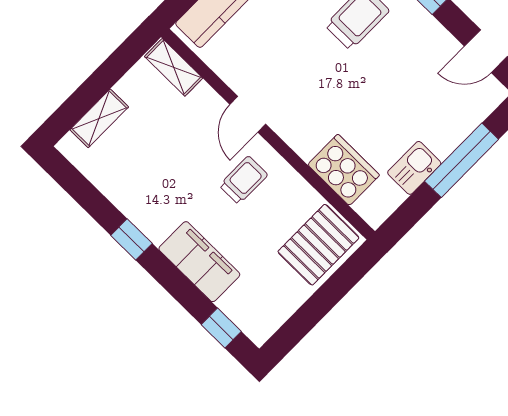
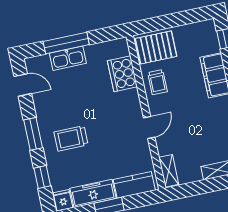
kitchen sink: (414, 168) -> (68, 58), moved, width x1.38
trolley: (243, 180) -> (157, 82), moved, turned -90

